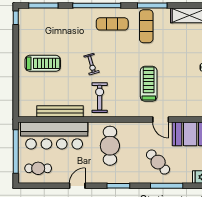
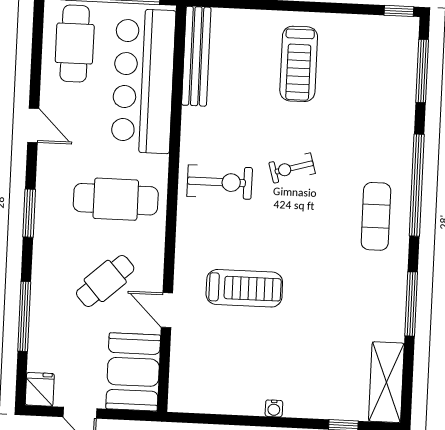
exercise mat: (146, 26) -> (368, 289), removed
bench: (60, 111) -> (196, 56), moved
door: (161, 119) -> (167, 310), hinge flipped
cafe table: (158, 162) -> (105, 281), moved
cafe table: (38, 168) -> (75, 44), width x1.37, depth x1.35

